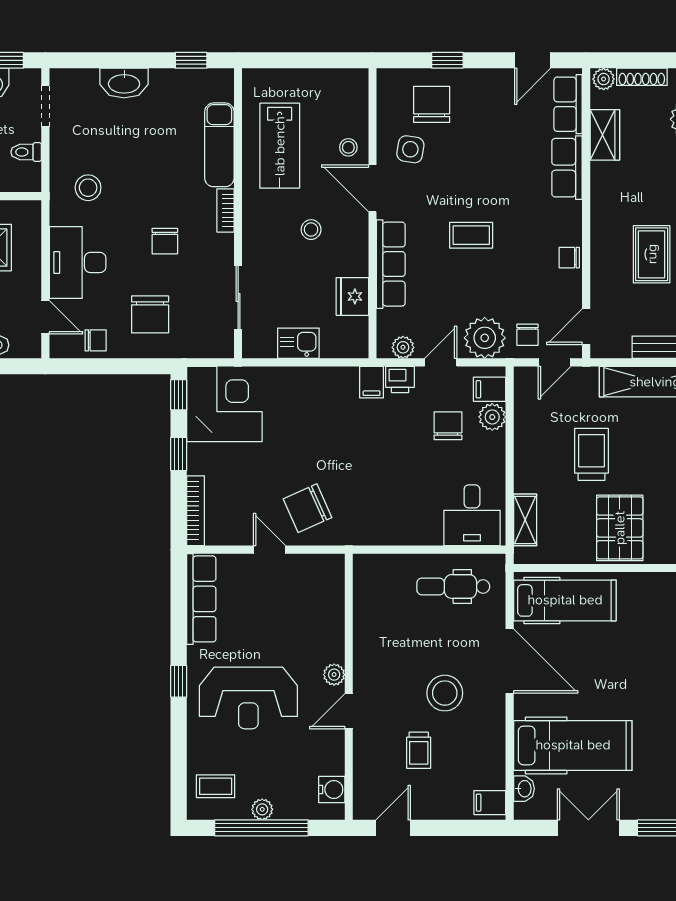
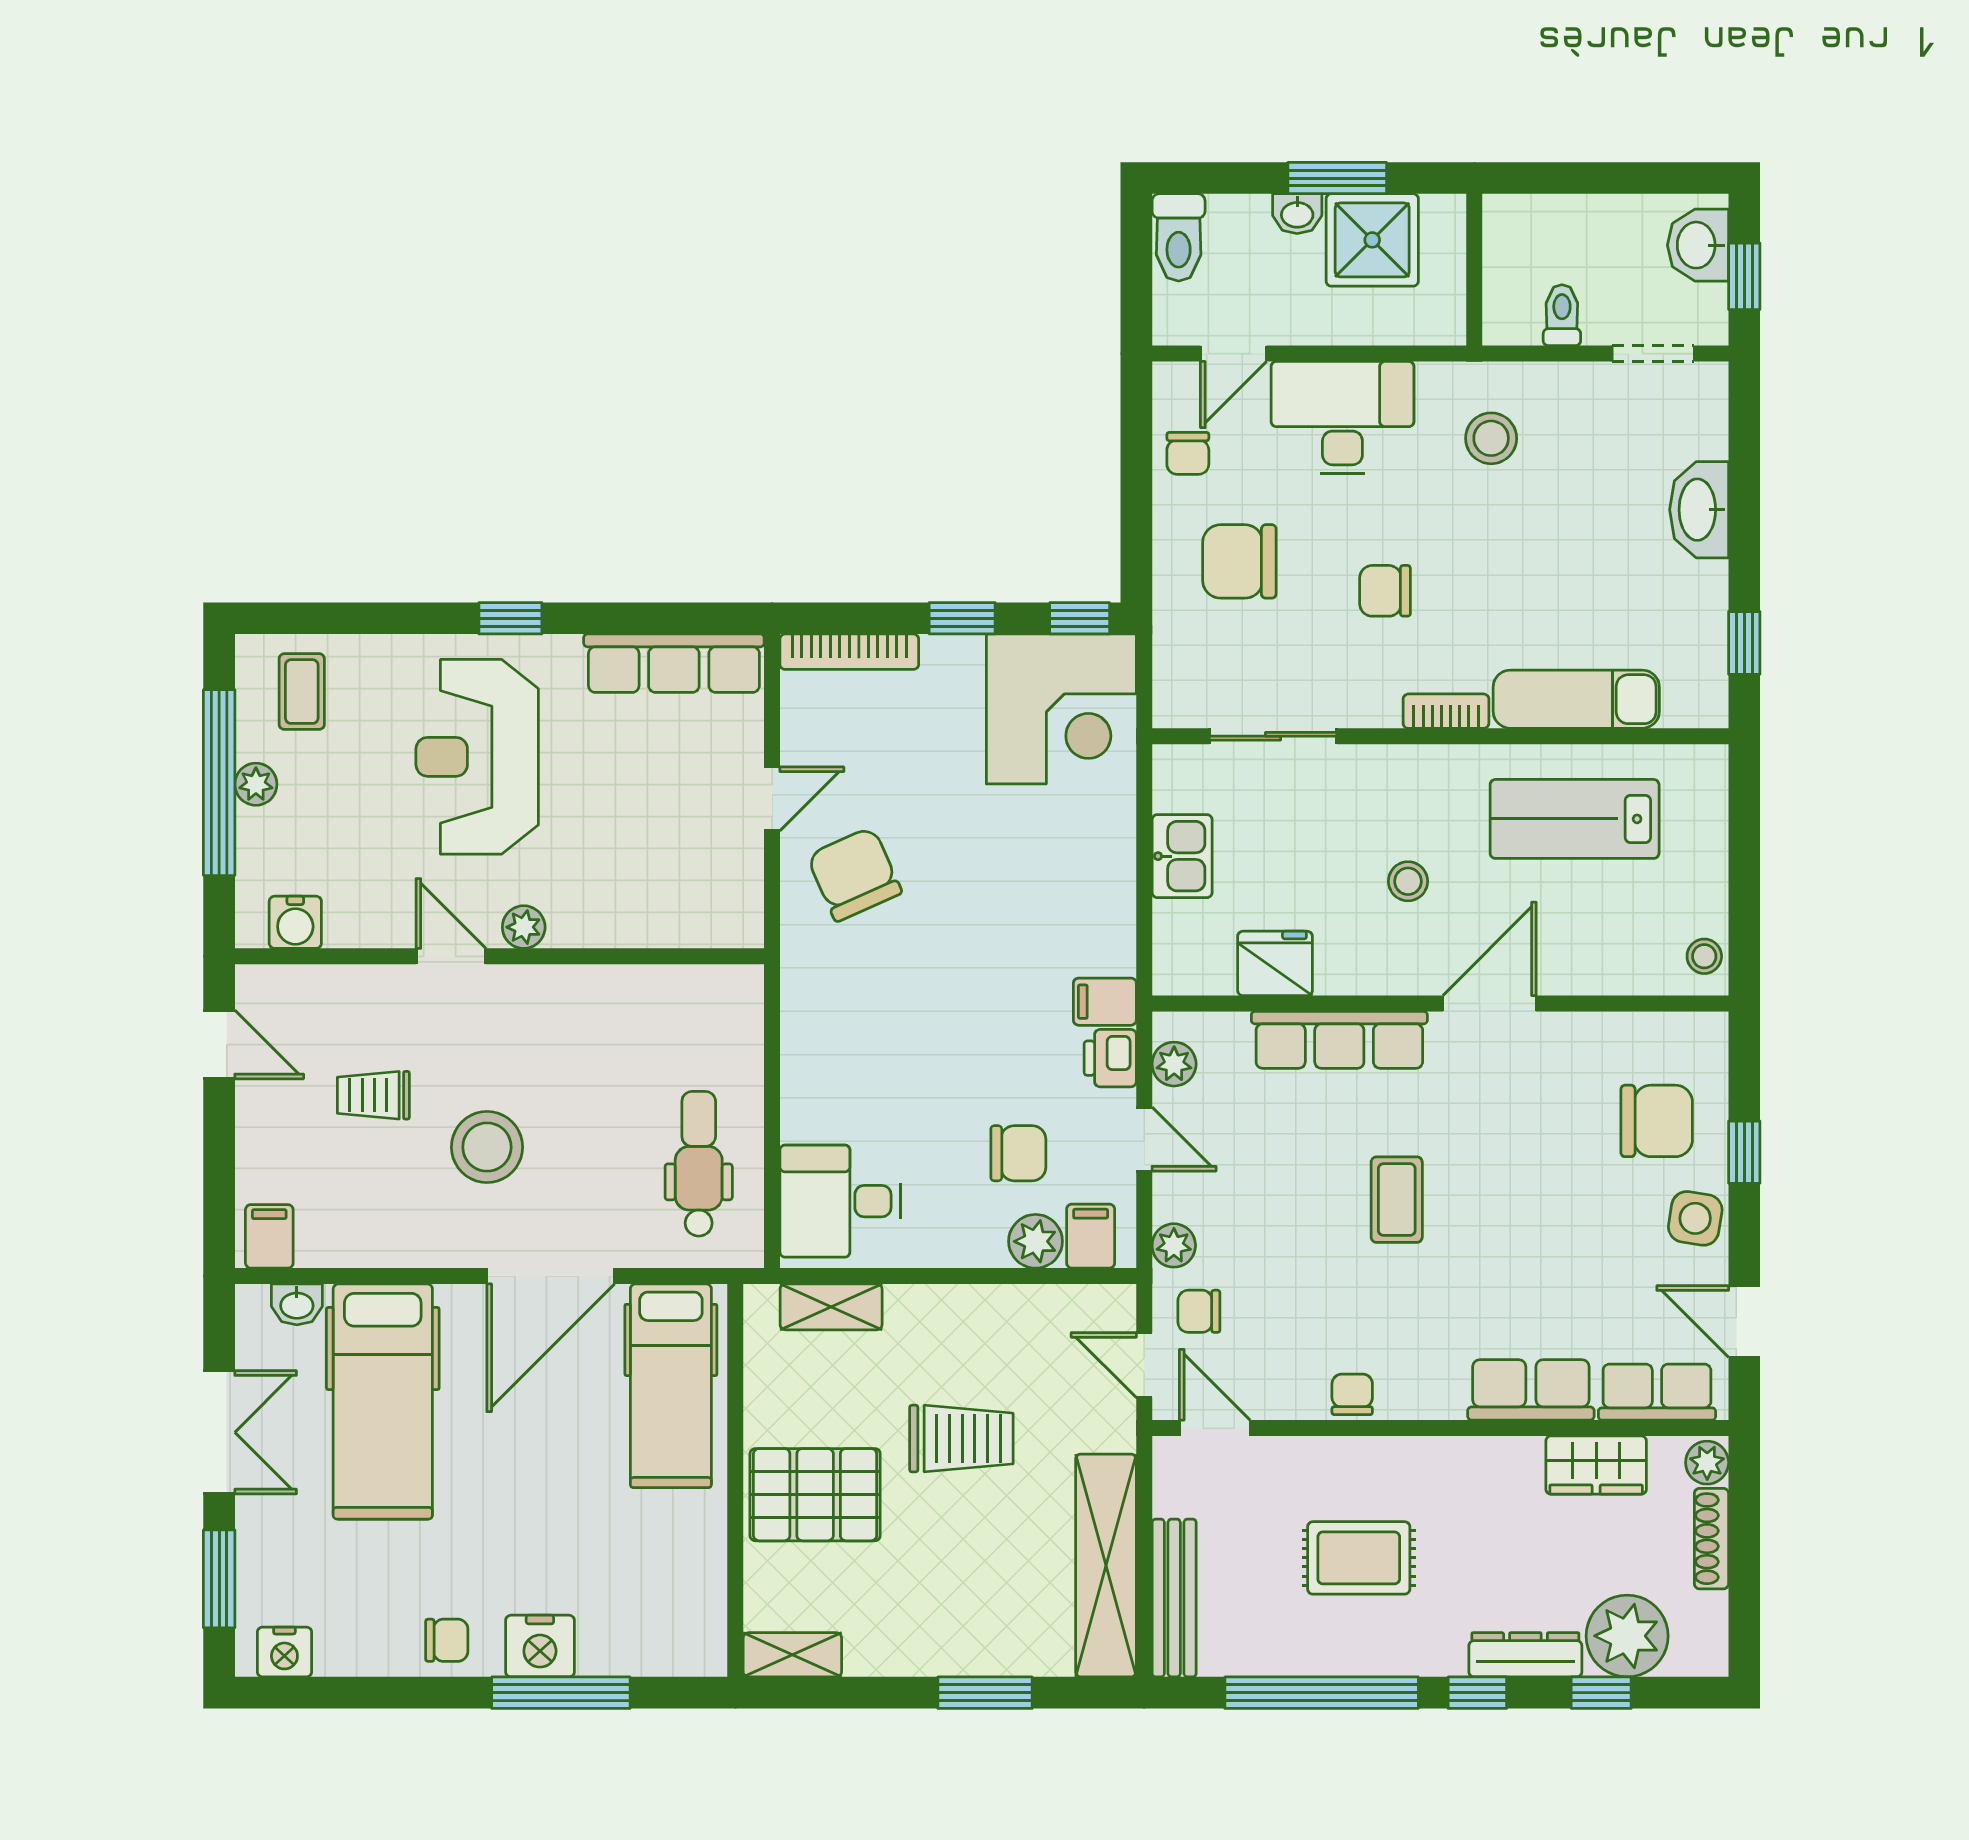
stool: (348, 147) -> (1704, 956), moved
side table: (410, 149) -> (1695, 1218), moved
plant: (485, 338) -> (1174, 1245), width x0.53, depth x0.53

